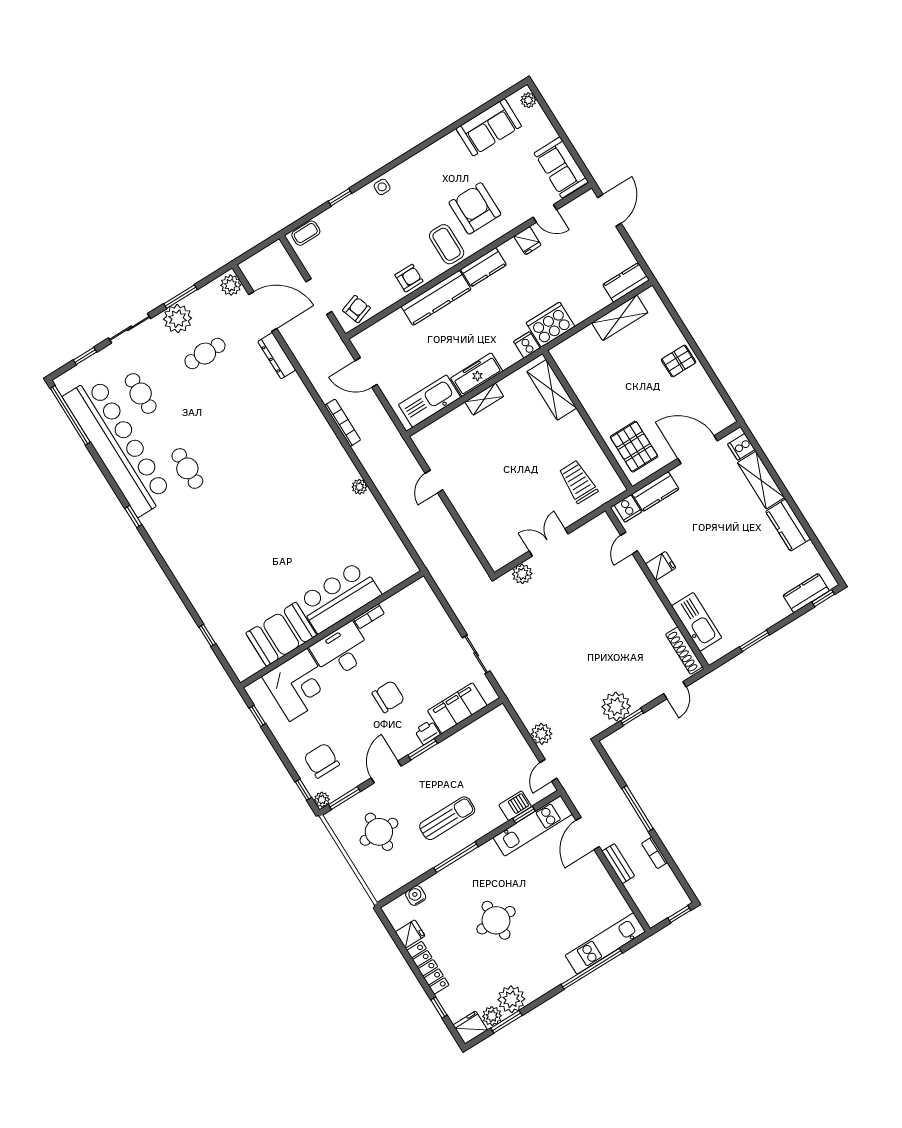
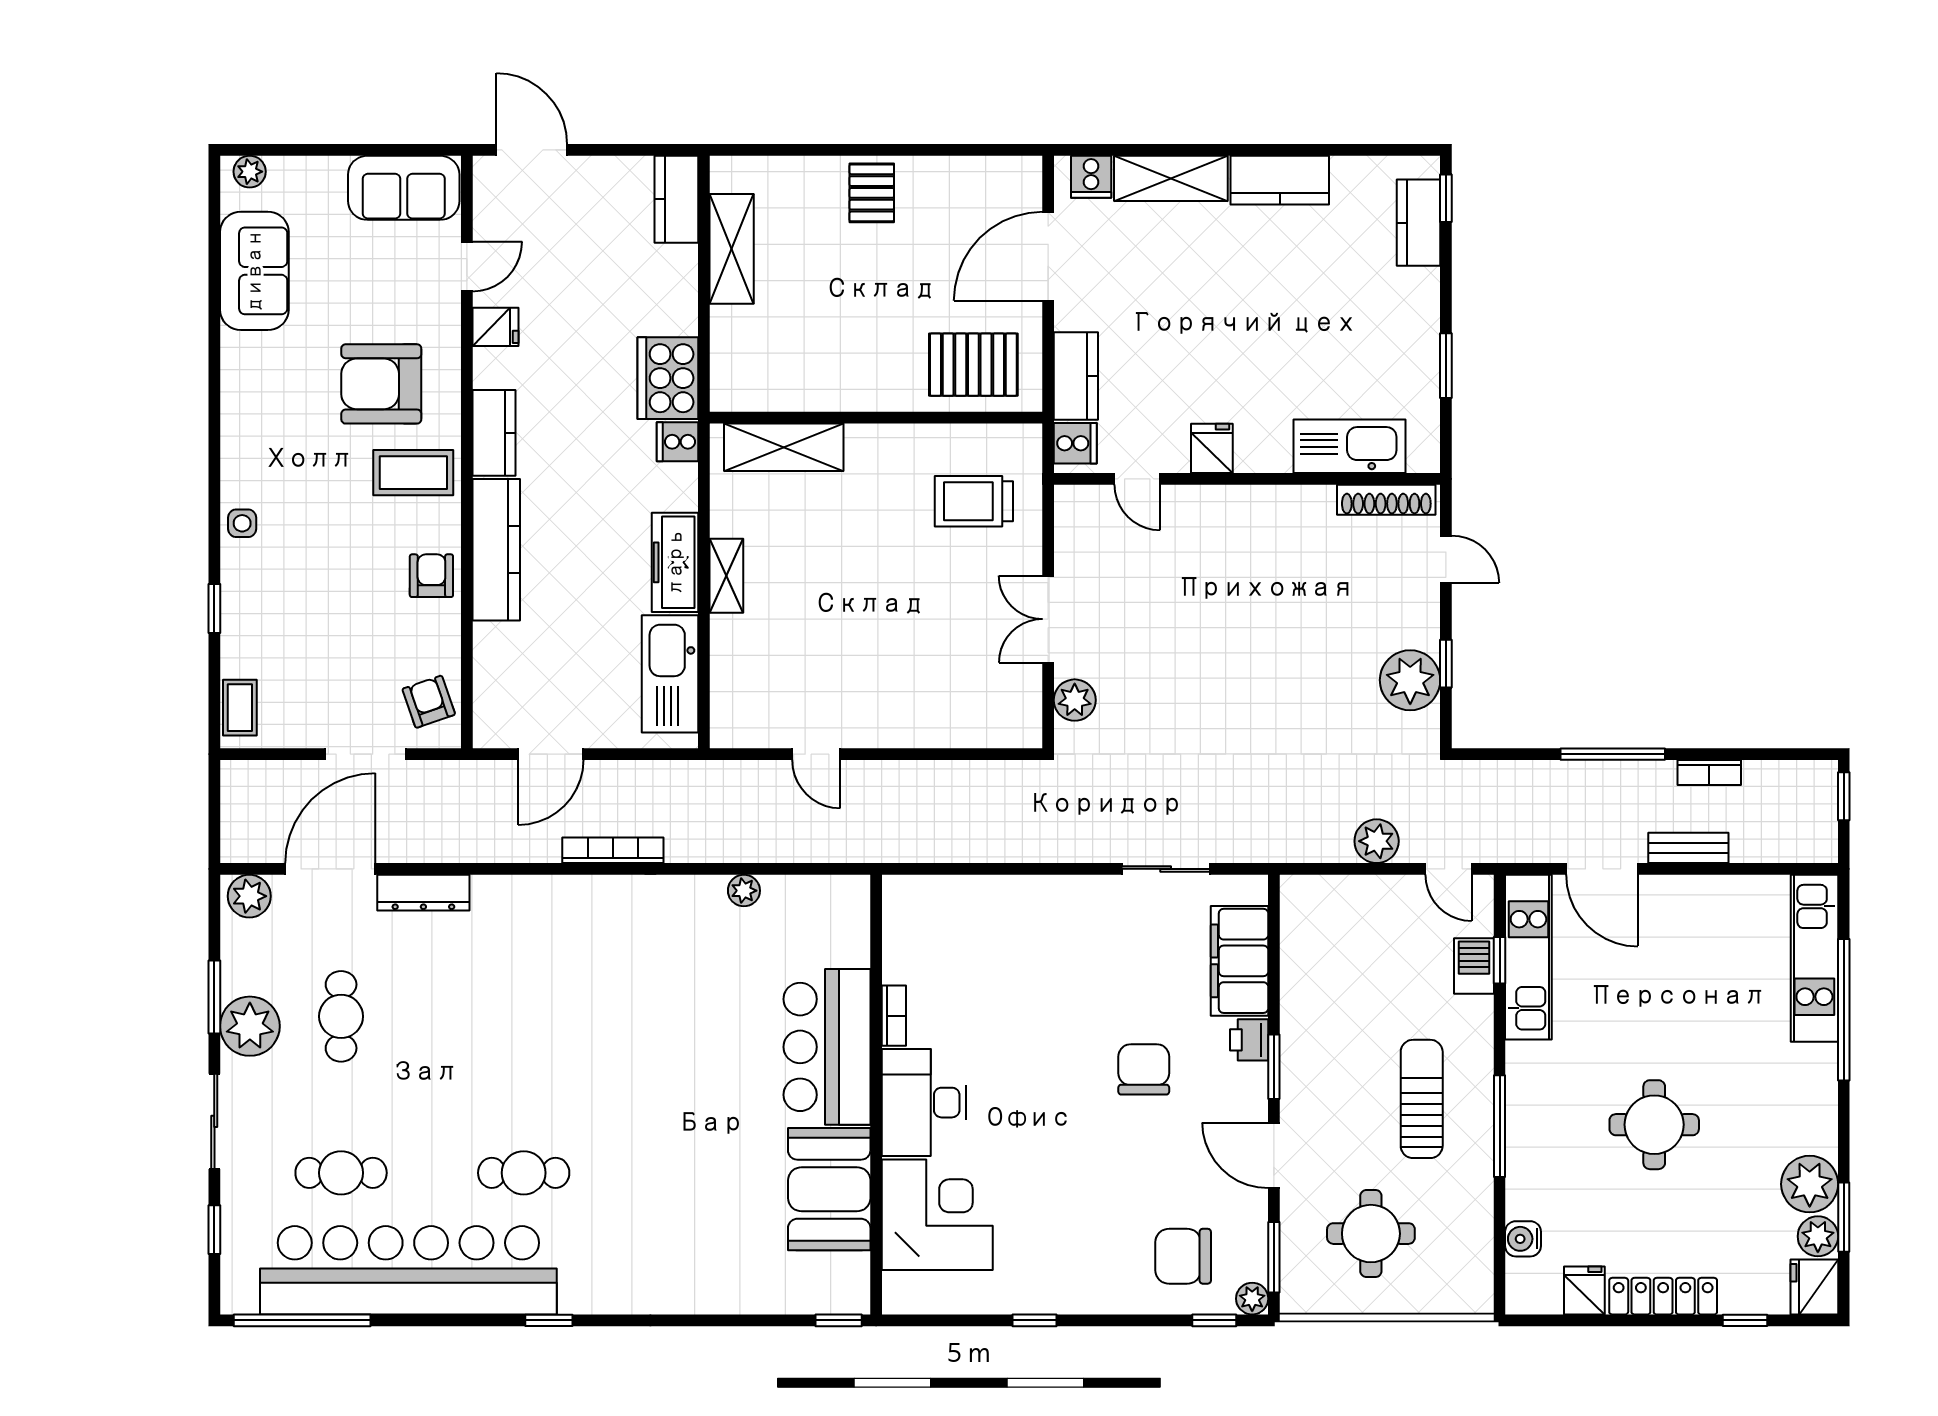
bar counter: (339, 597) -> (827, 1047), moved
bookcase: (369, 616) -> (894, 1016), moved
wall: (332, 629) -> (876, 1095), moved
booth: (281, 634) -> (829, 1189), moved
desk: (341, 651) -> (924, 1103), moved
corner desk: (298, 685) -> (937, 1215), moved

